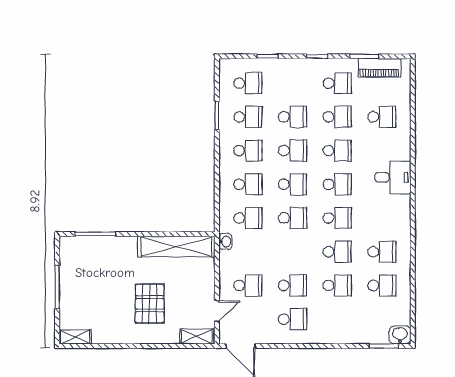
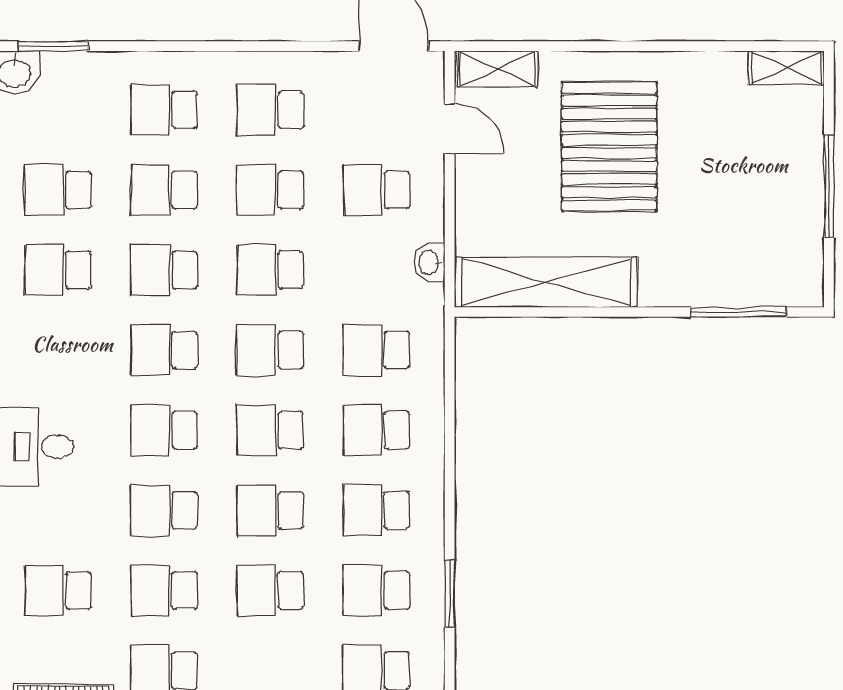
washbasin: (225, 242) -> (430, 262), moved
school desk: (292, 252) -> (270, 270), added
pallet: (150, 304) -> (609, 146), width x1.37, depth x1.41
door: (217, 311) -> (450, 129), swing flipped
school desk: (337, 319) -> (164, 110), added

